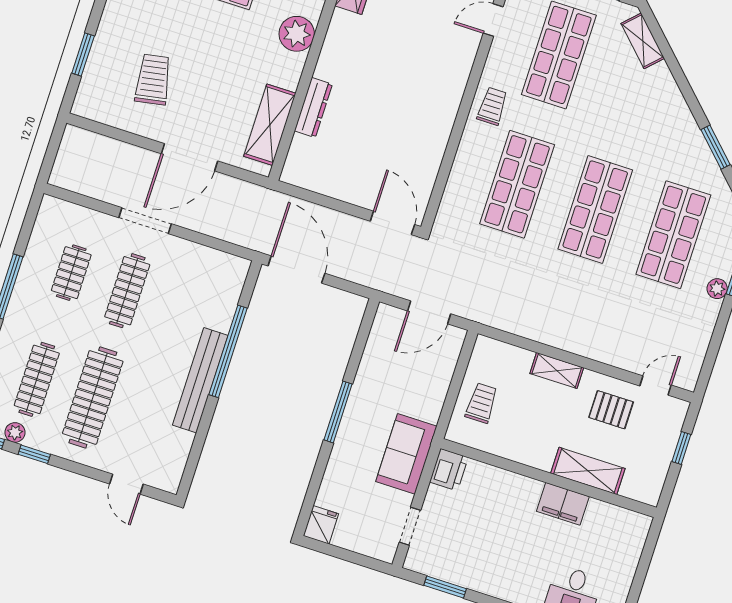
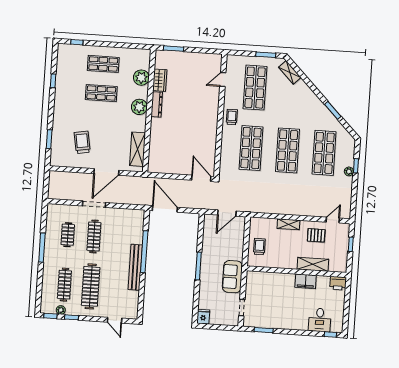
dresser: (313, 108) -> (157, 104), moved
printer: (449, 470) -> (338, 283), moved, turned 90

